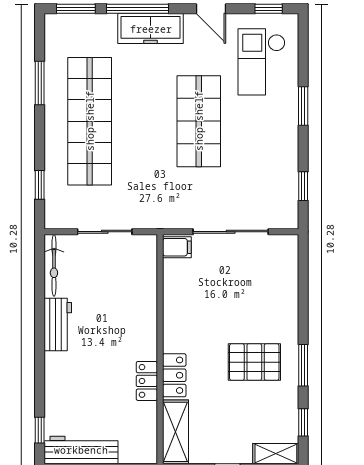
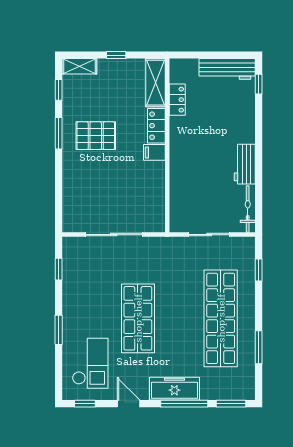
filing cabinet: (177, 247) -> (154, 152), moved
locker: (147, 381) -> (177, 100), moved

